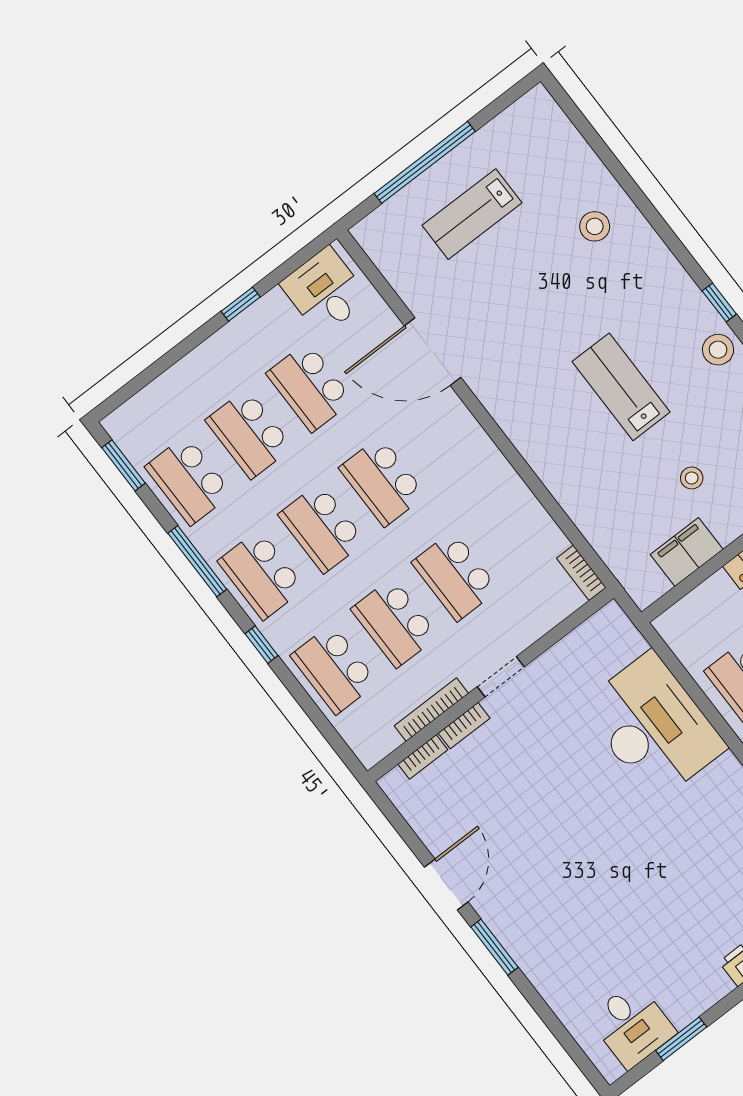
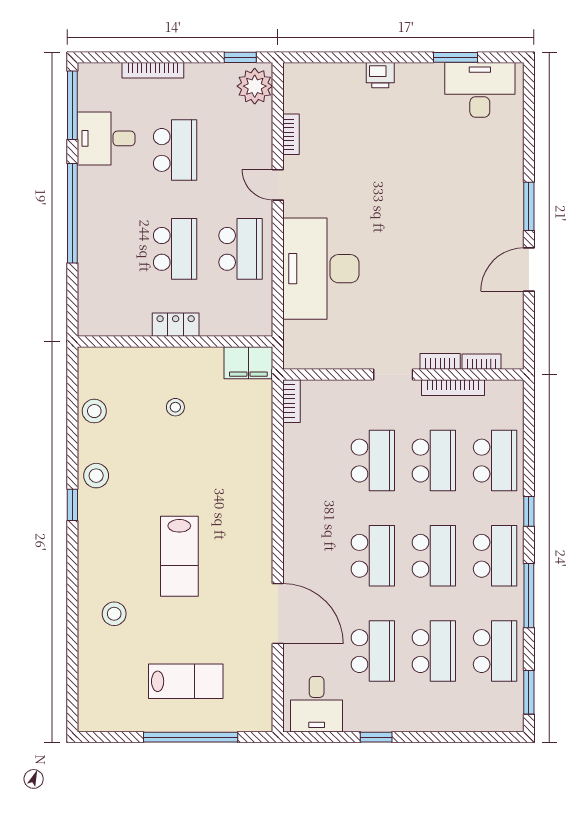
lab bench: (621, 387) -> (179, 556), moved
filing cabinet: (687, 552) -> (248, 363), moved
desk: (632, 1025) -> (480, 90), width x1.37

